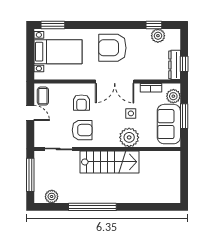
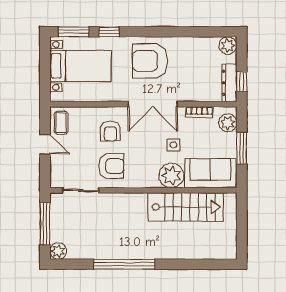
window: (154, 25) -> (109, 32), moved
plant: (158, 36) -> (228, 46), moved
sofa: (169, 124) -> (210, 173), moved, turned 90
stairs: (109, 162) -> (186, 207), moved
plant: (52, 196) -> (58, 251), moved

